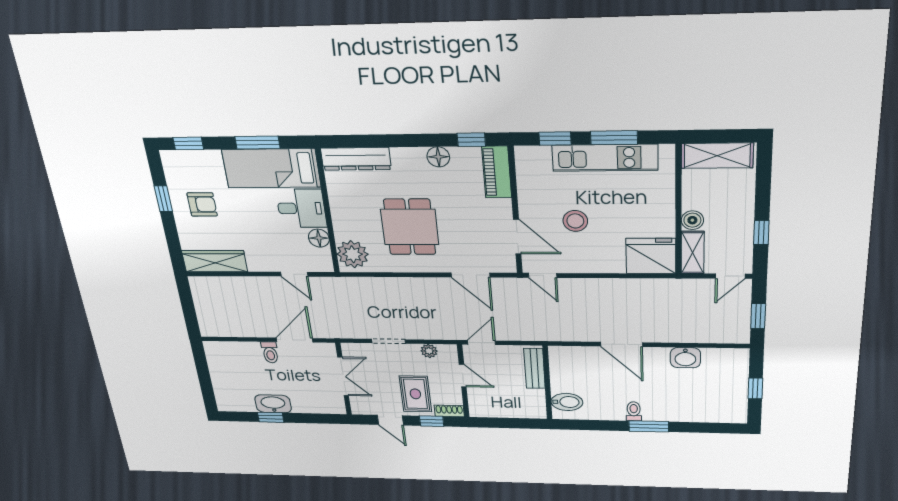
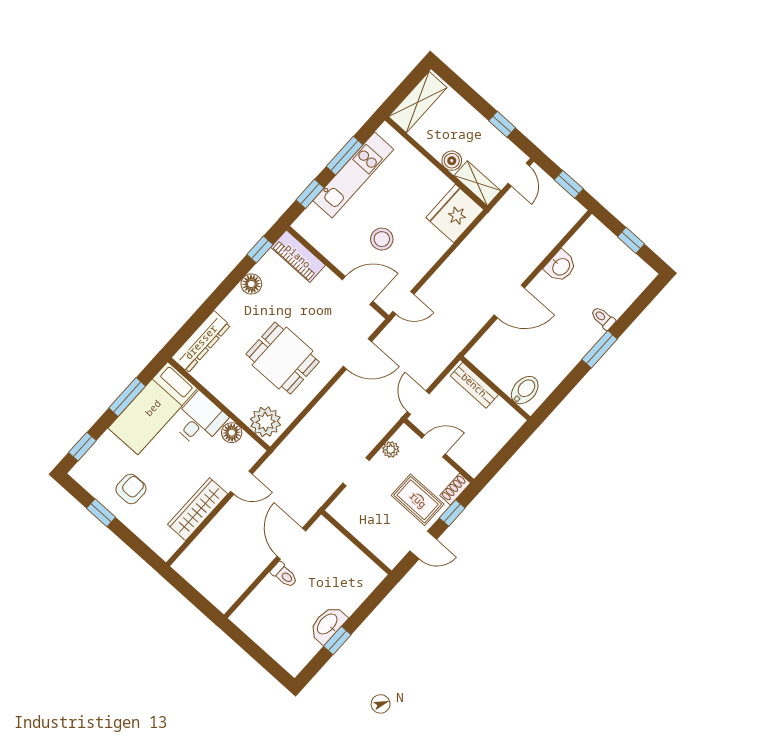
wardrobe: (215, 261) -> (198, 509), moved
double door: (343, 376) -> (354, 540), removed
toilet: (634, 411) -> (603, 318), moved

